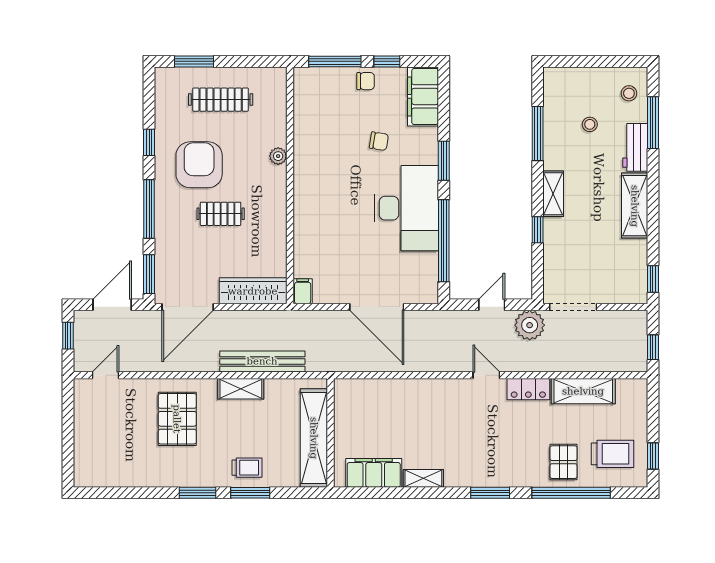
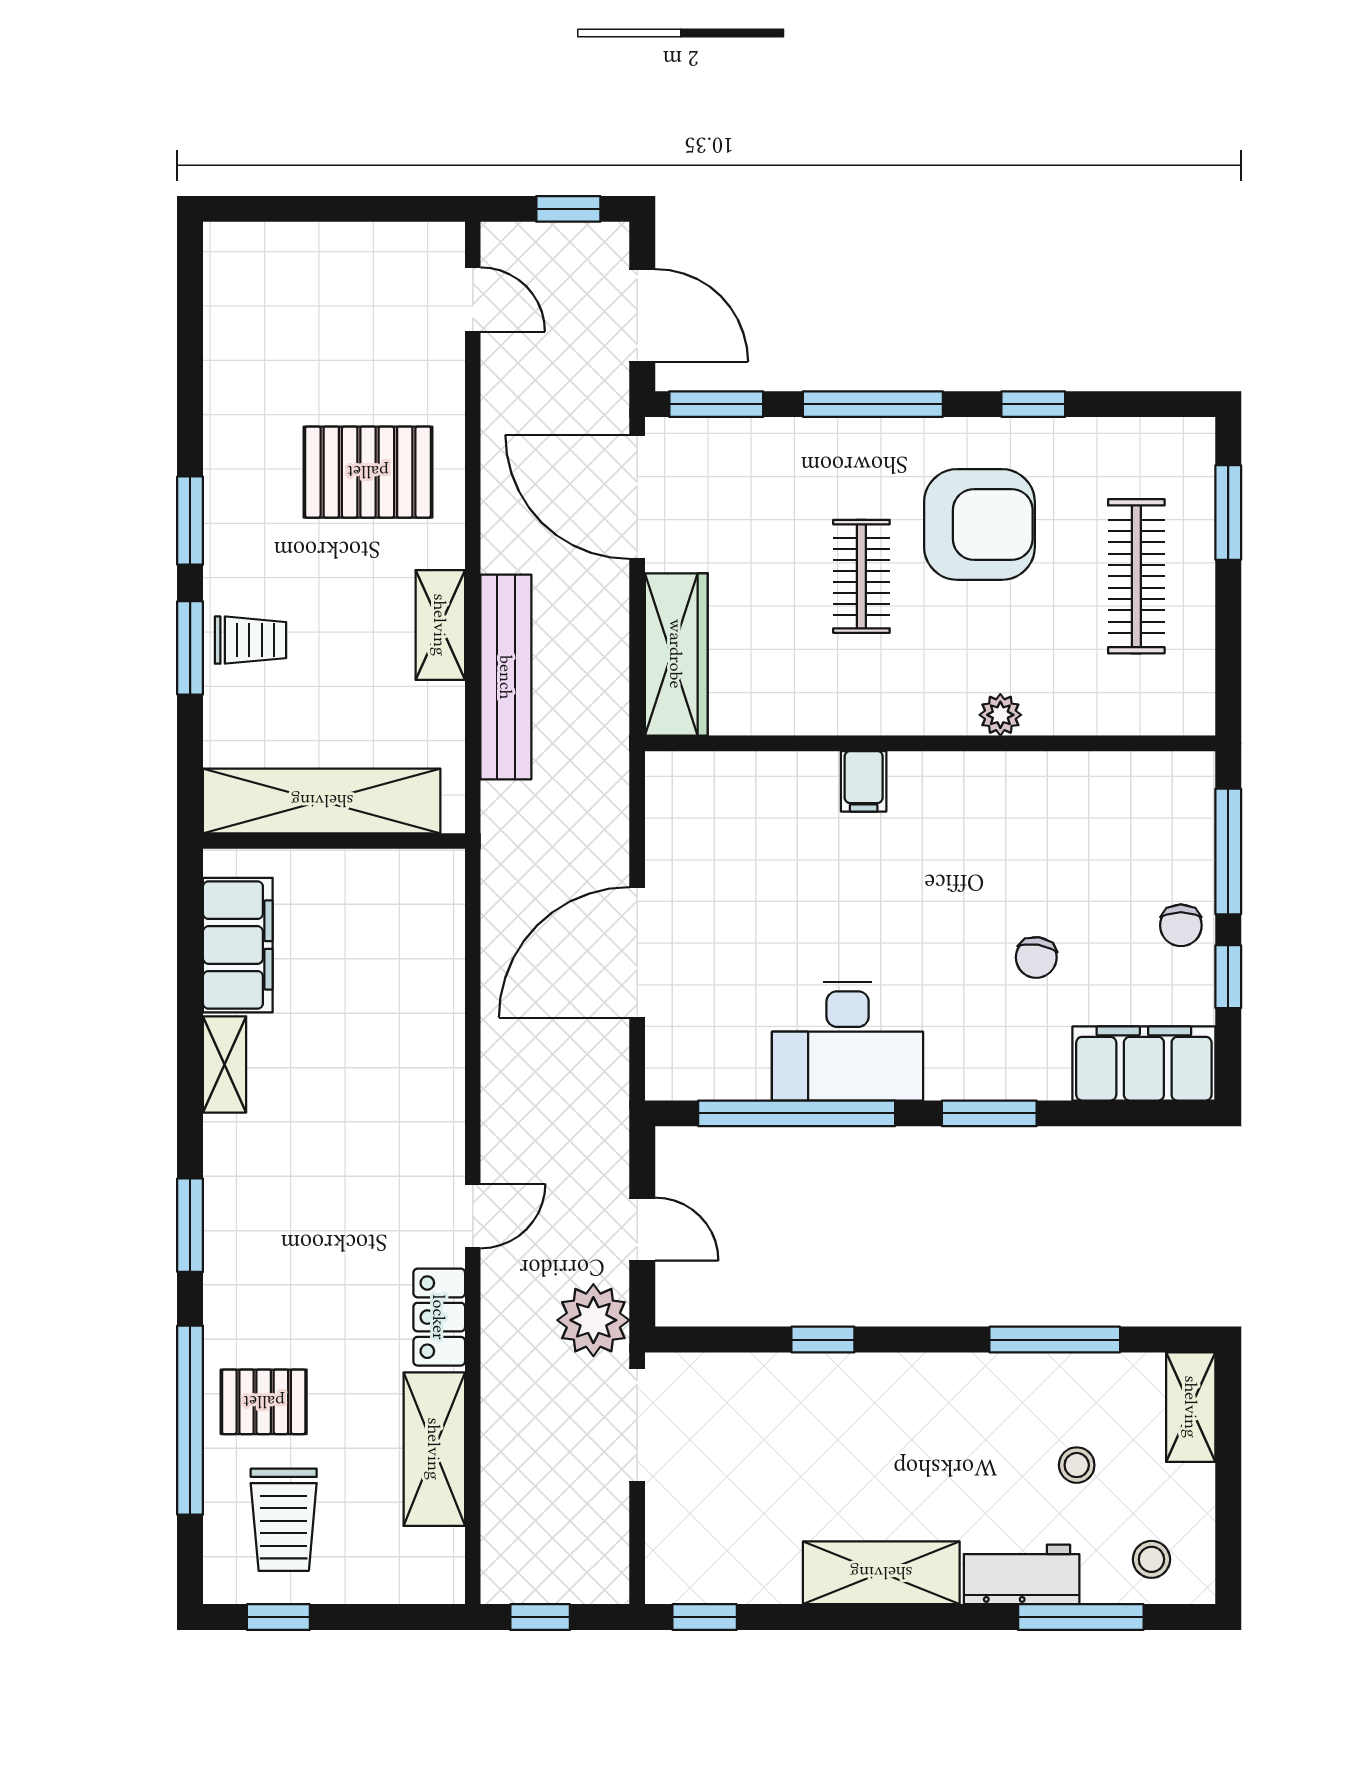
shelving: (553, 194) -> (1191, 1407), moved, turned 90
desk: (406, 208) -> (848, 1041), width x0.73, depth x0.77
filing cabinet: (303, 291) -> (864, 781), moved, turned 90
trolley: (247, 468) -> (250, 640), turned -90

